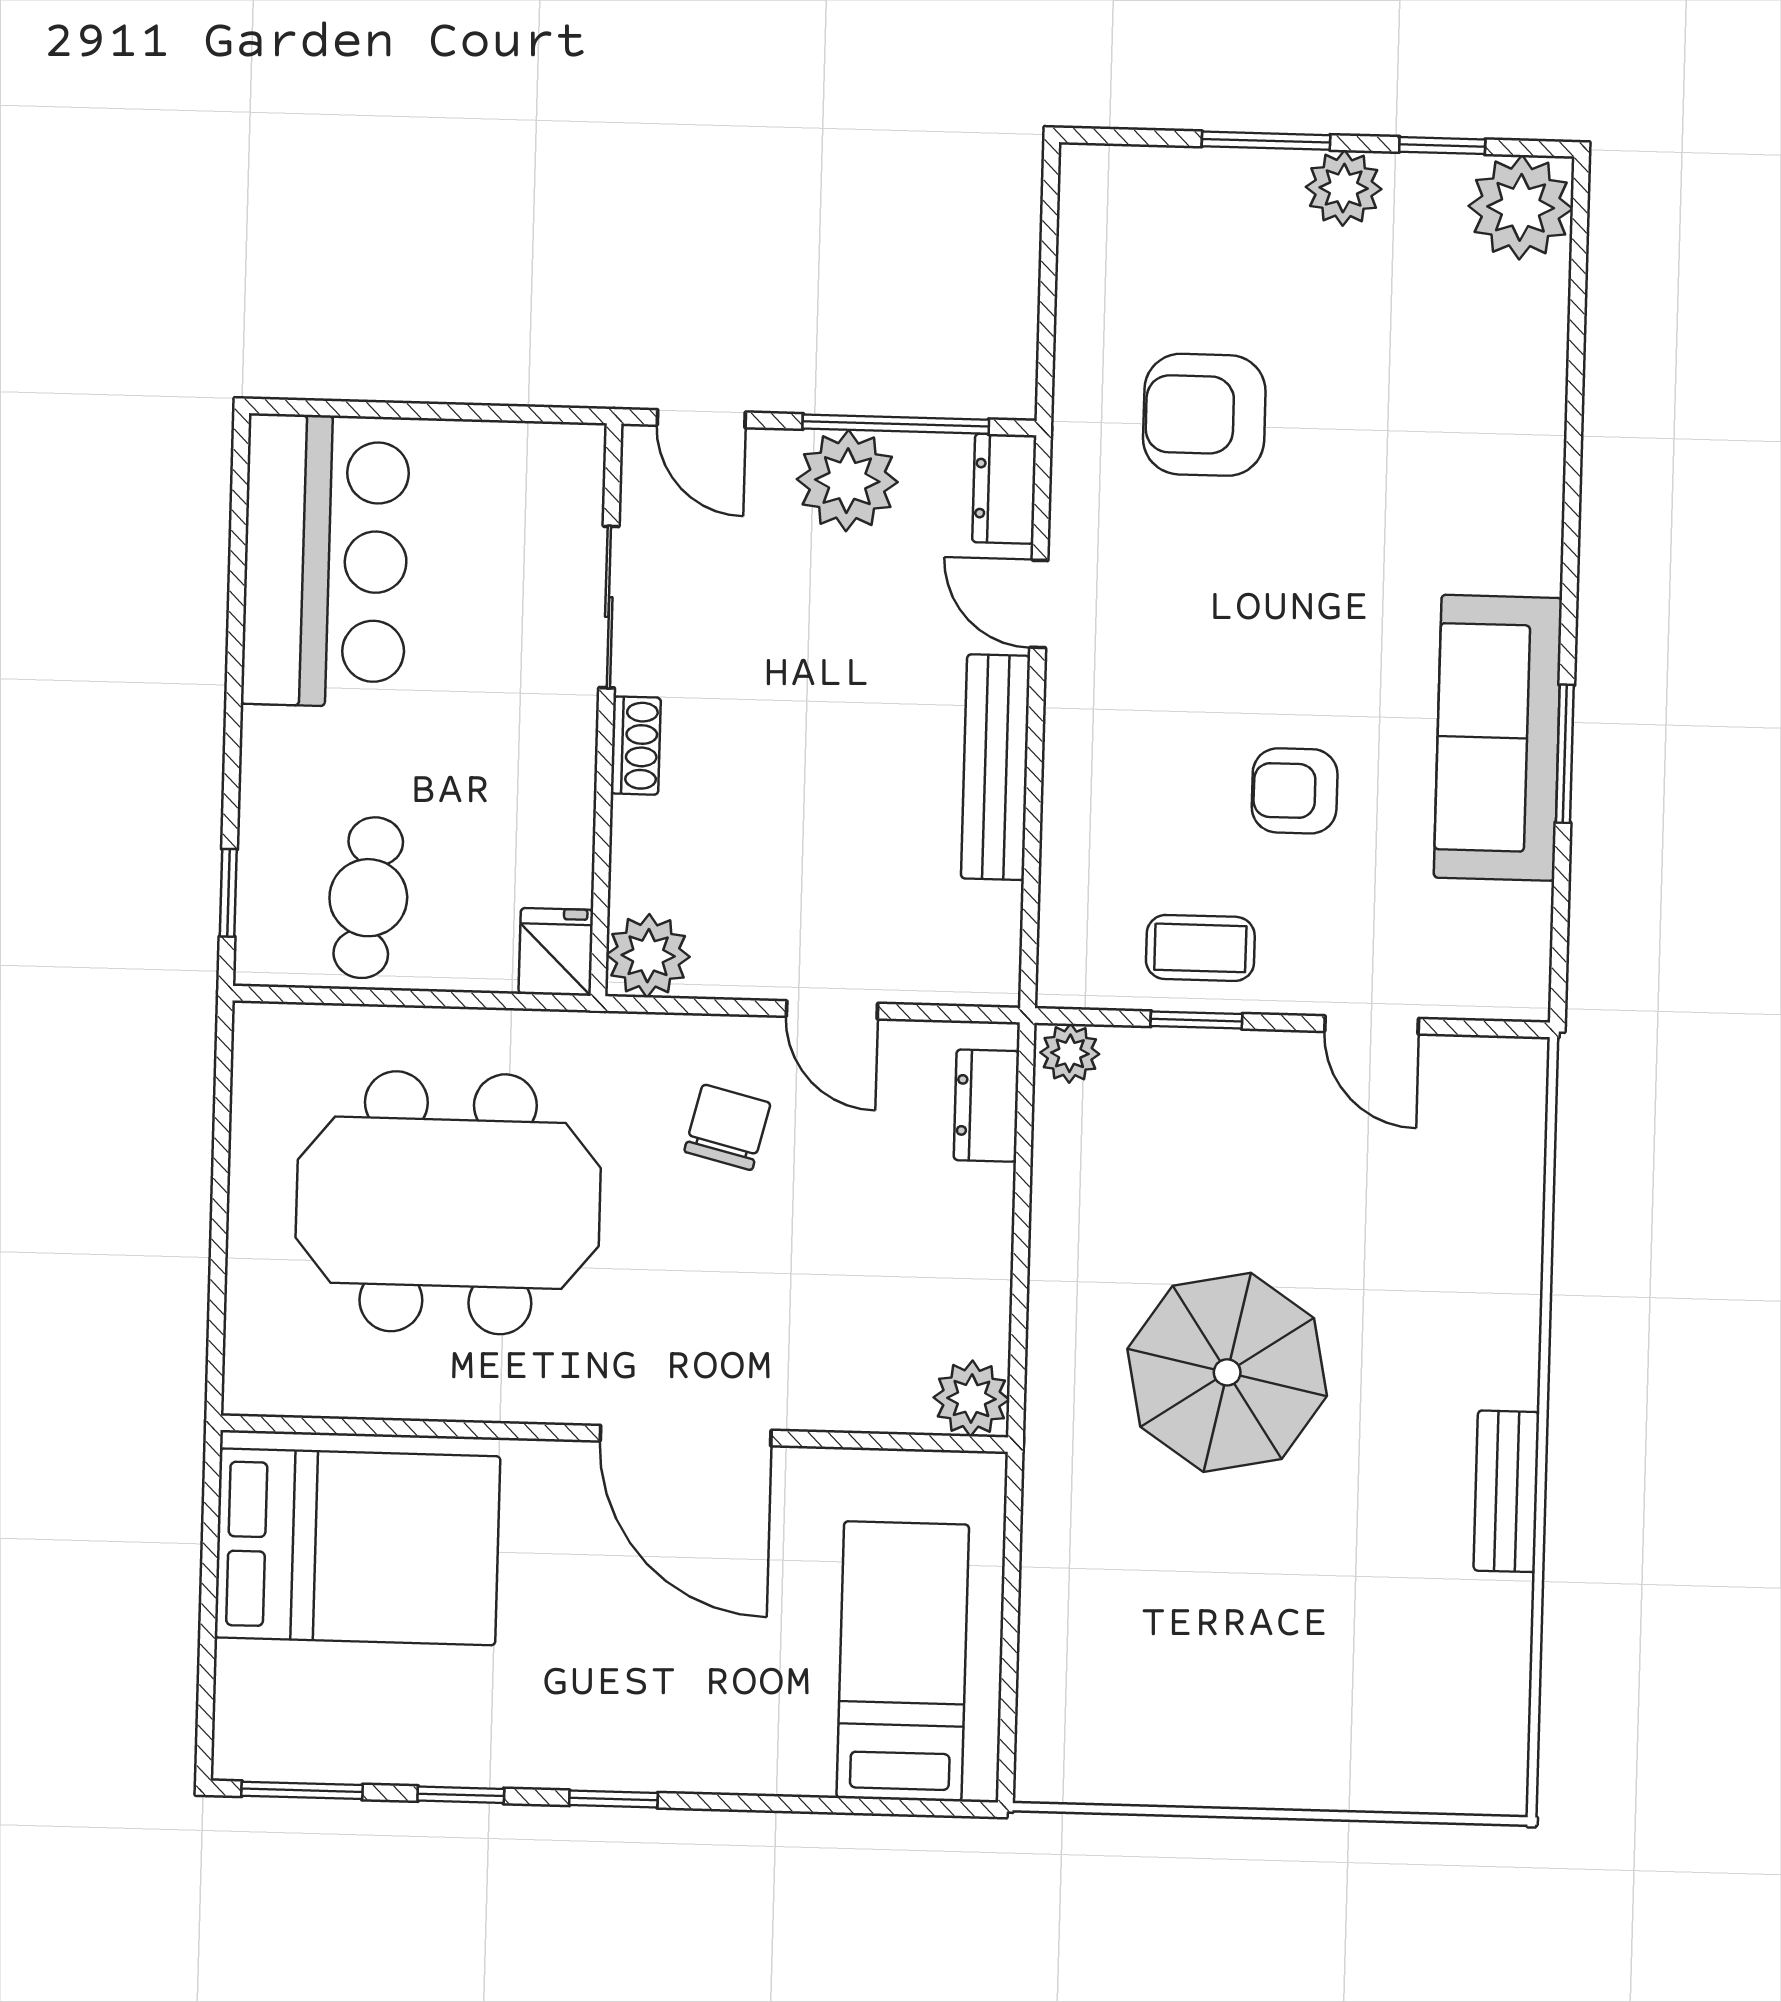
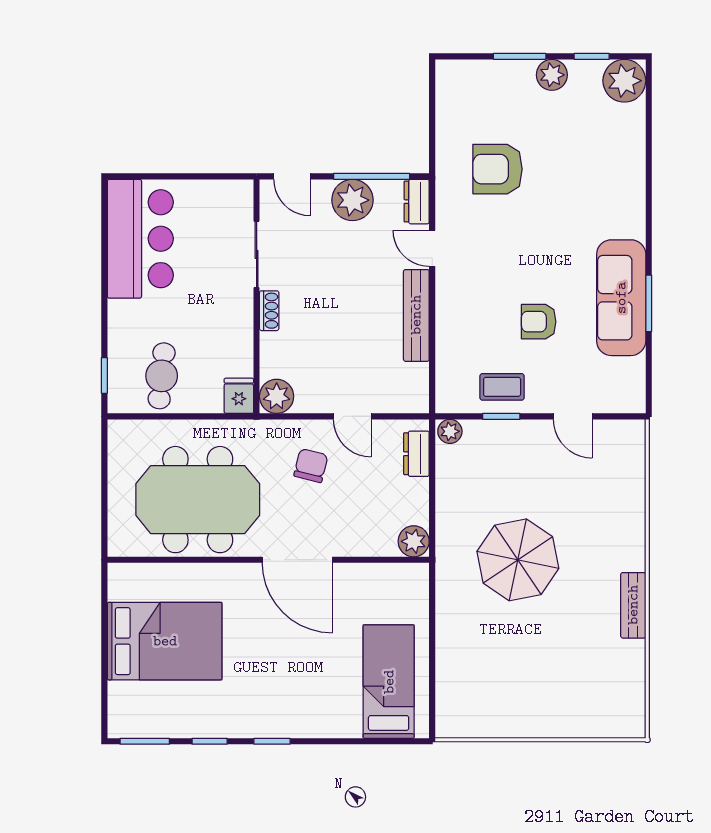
plant: (971, 1398) -> (414, 541), moved
wall: (614, 1434) -> (268, 560), moved
door: (686, 1436) -> (297, 560), moved

